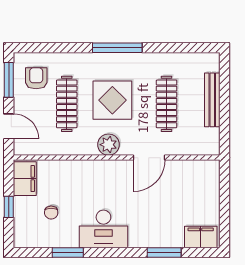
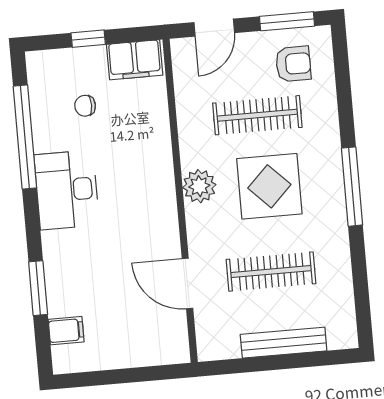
door: (149, 158) -> (187, 283), moved
filing cabinet: (201, 237) -> (66, 331), width x0.50
window: (68, 252) -> (25, 137), width x2.11

